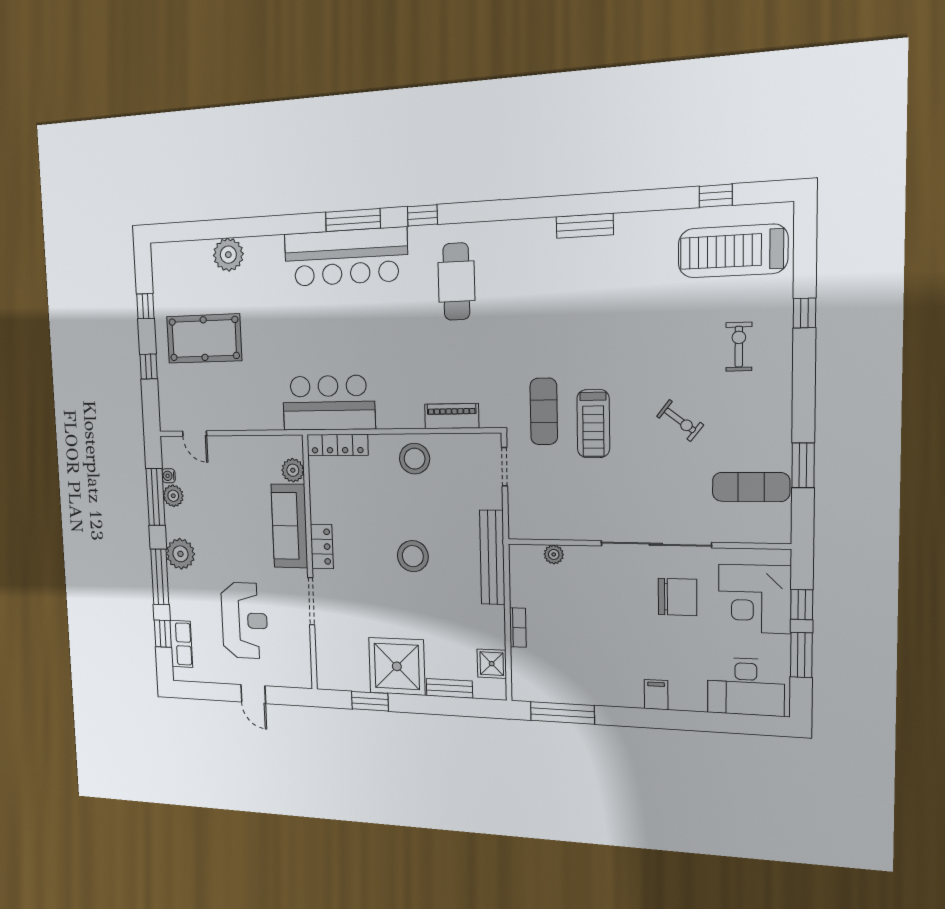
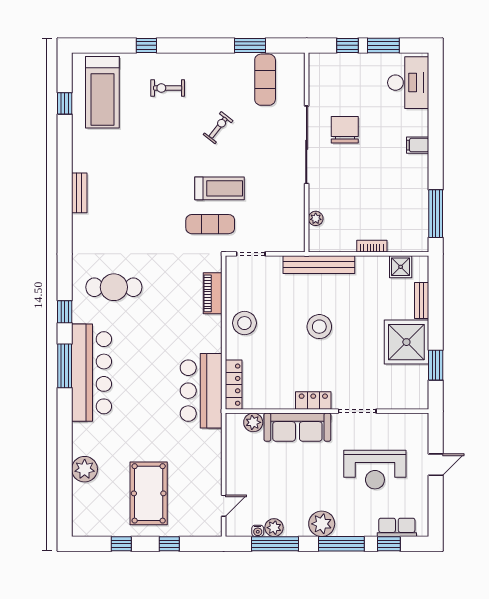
corner desk: (755, 599) -> (344, 77), removed
reception desk: (244, 620) -> (375, 470), turned 180

